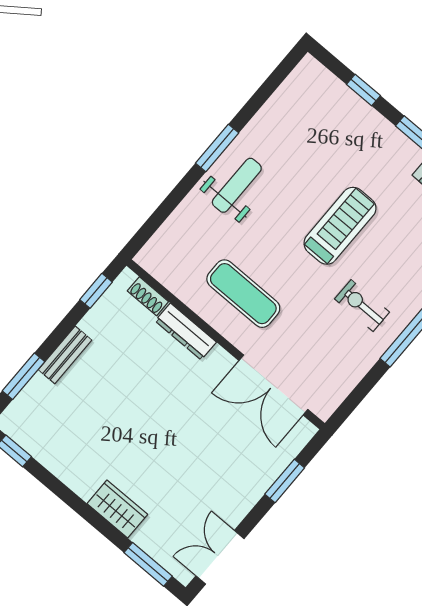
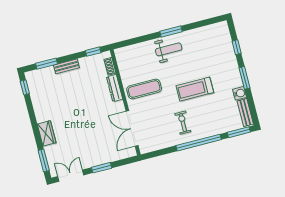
treadmill: (340, 226) -> (195, 89), turned 180
exercise mat: (243, 294) -> (144, 89), turned 90
window: (285, 481) -> (102, 168), moved

